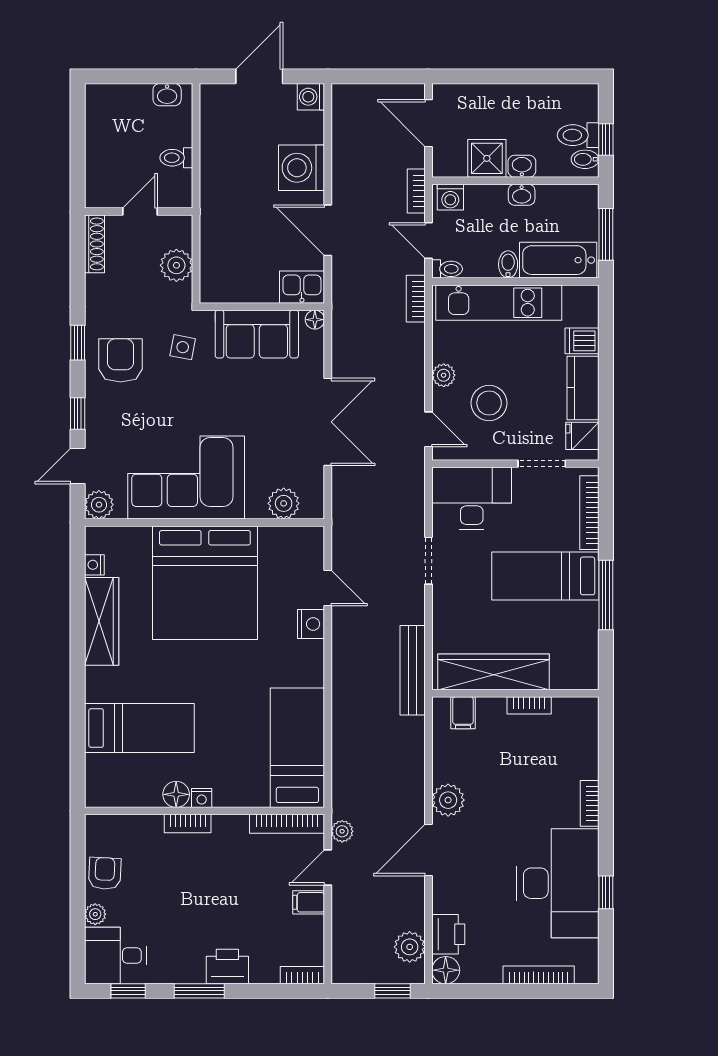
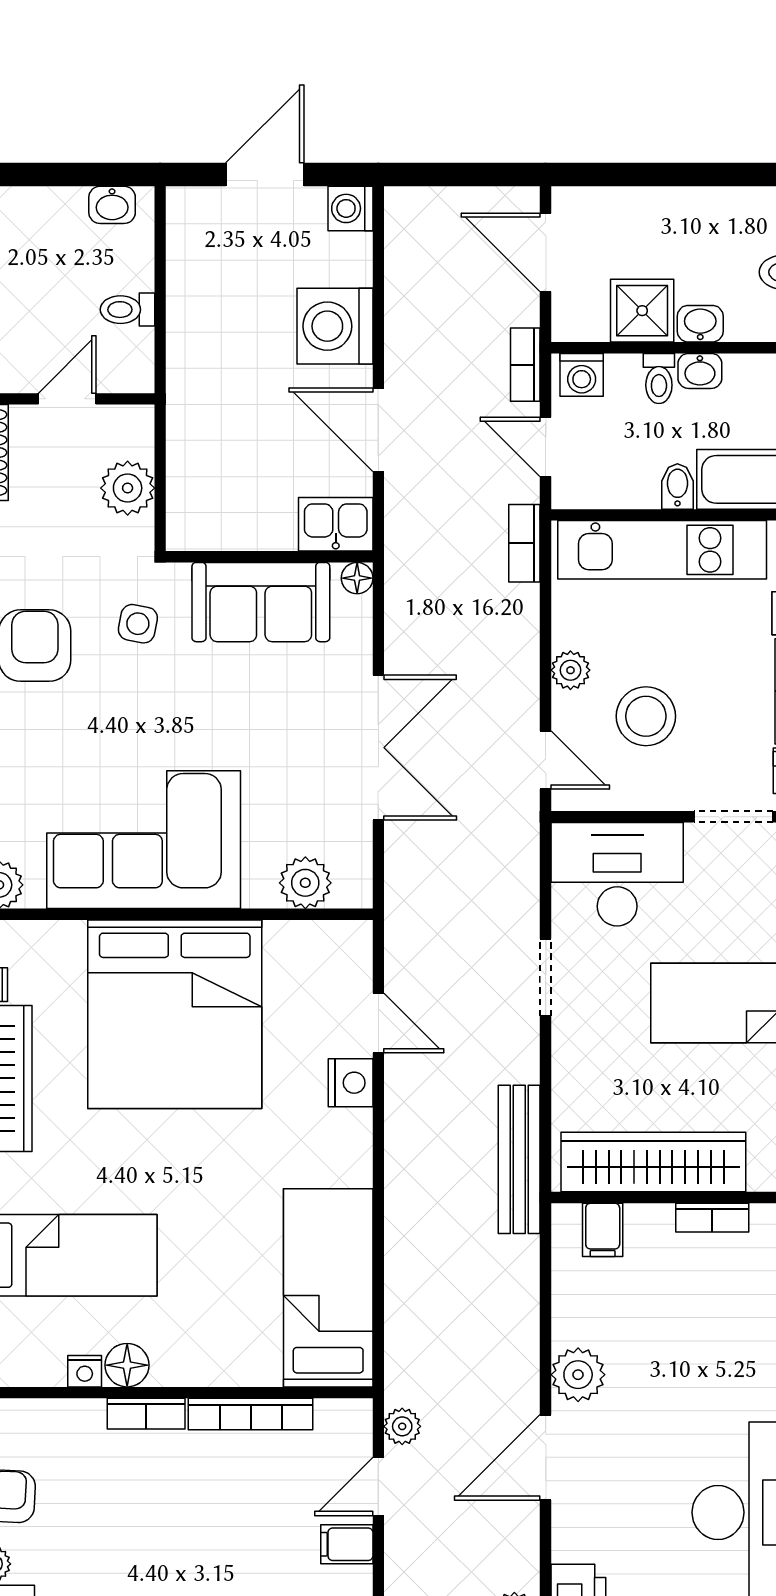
toilet: (447, 269) -> (659, 378), moved, turned 90
nightstand: (202, 798) -> (85, 1371), moved
bookcase: (287, 824) -> (251, 1414), moved

